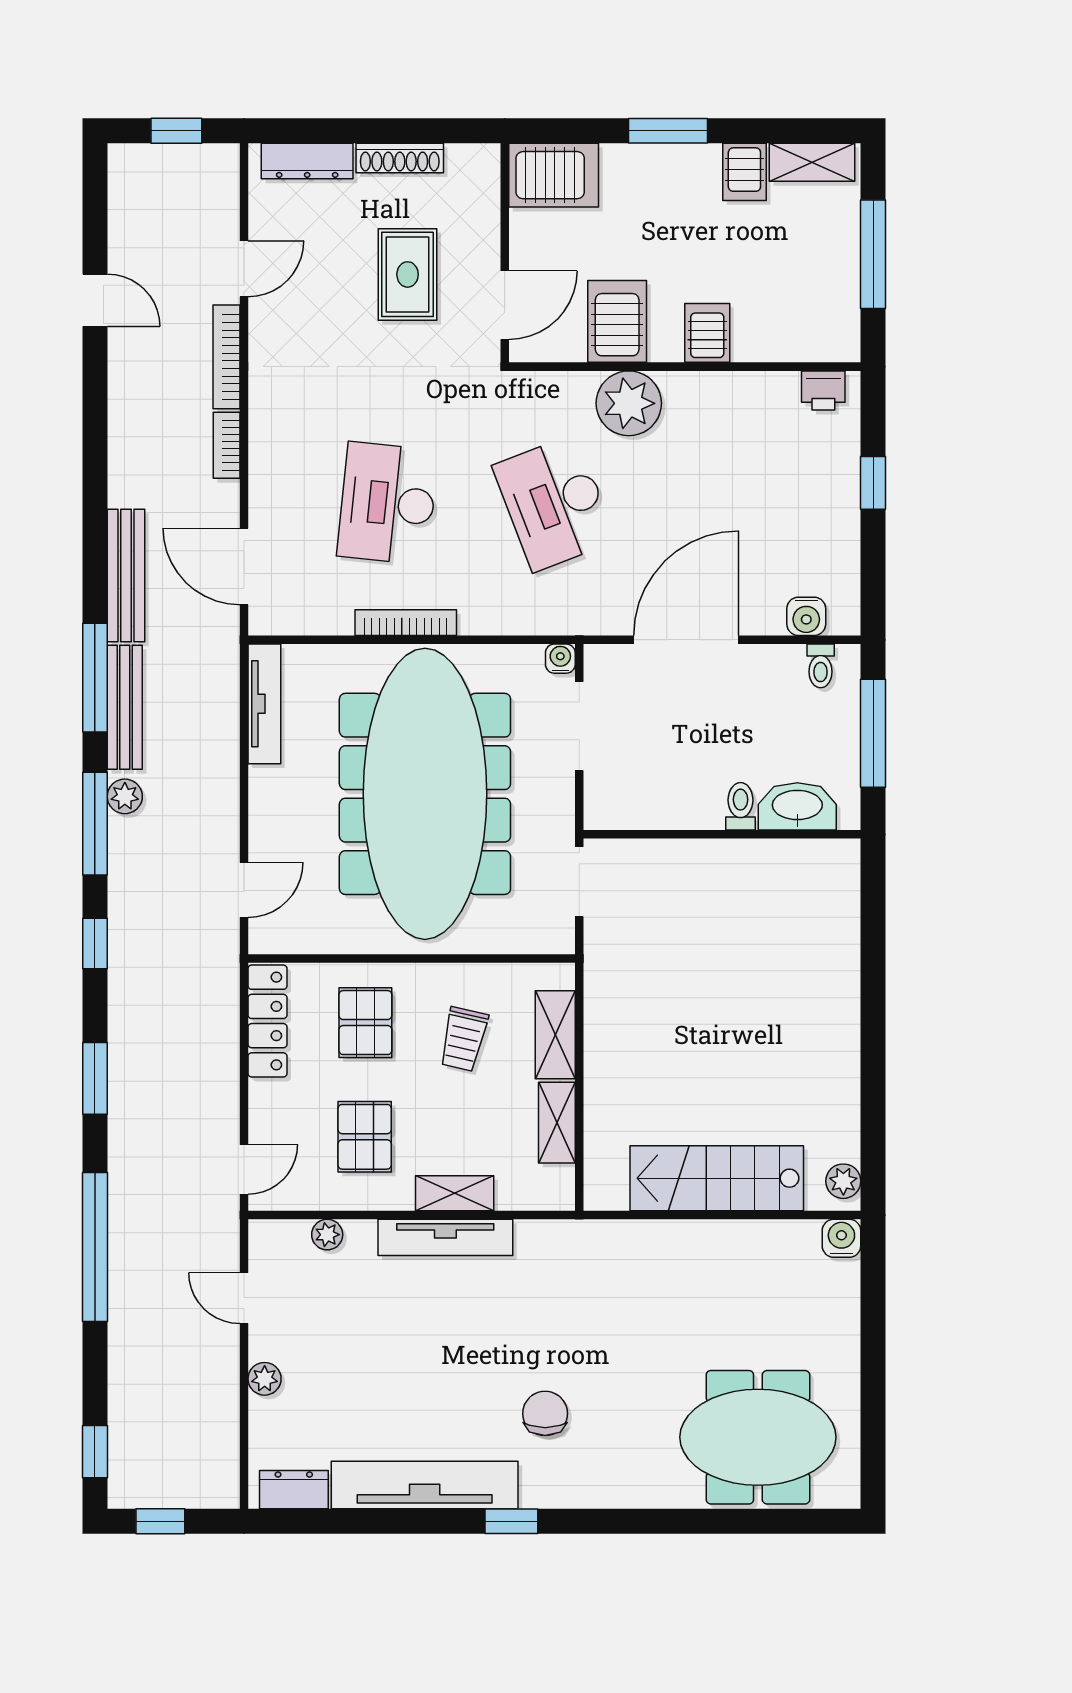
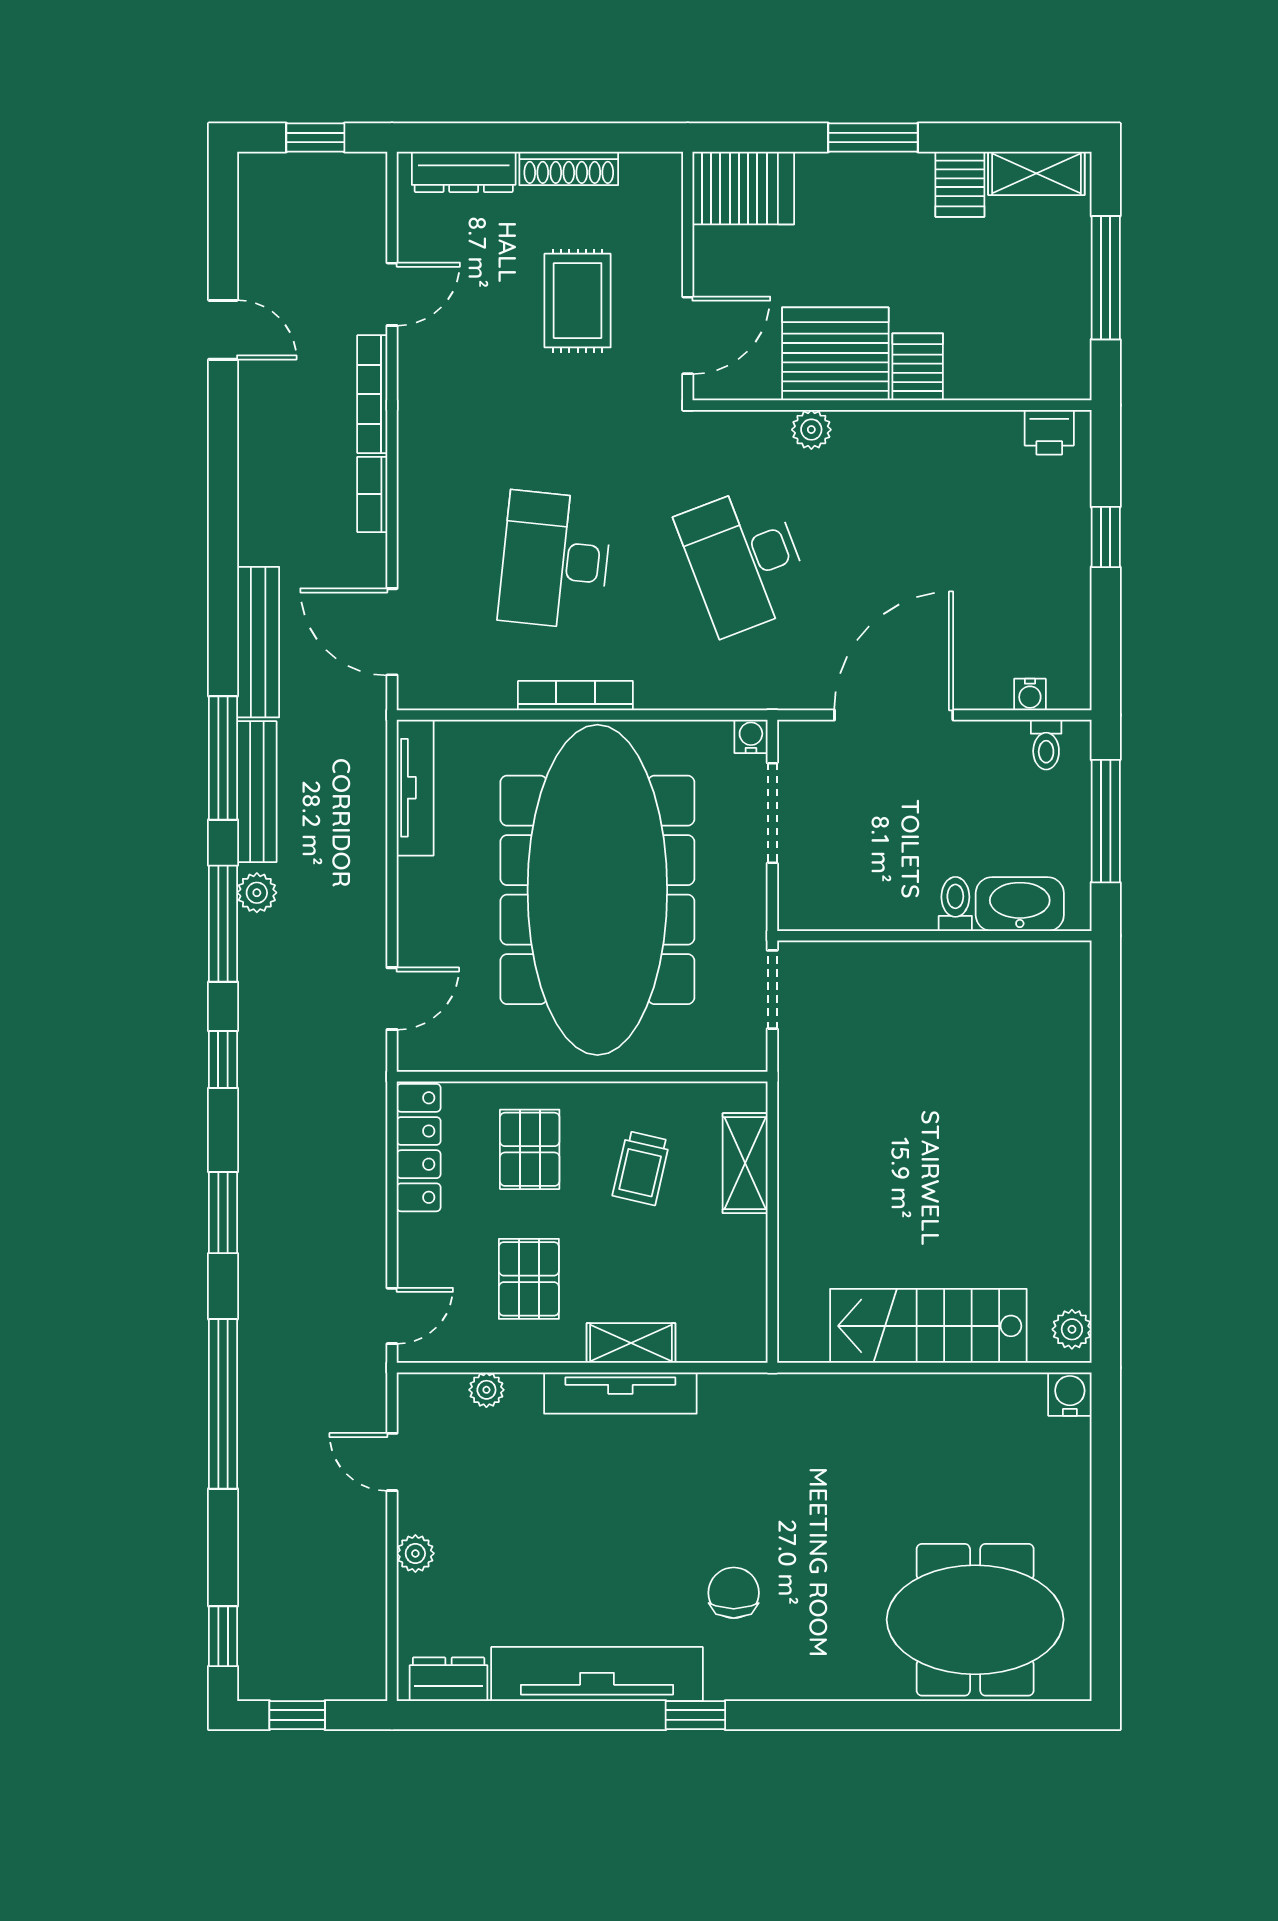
server rack: (617, 321) -> (835, 354), width x1.60
plant: (629, 403) -> (811, 430), width x0.53, depth x0.53
water cooler: (806, 616) -> (1030, 694), width x0.72, depth x0.72
shelving: (557, 1123) -> (747, 1263), removed

